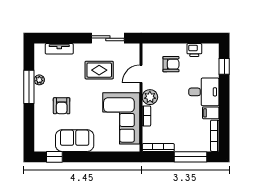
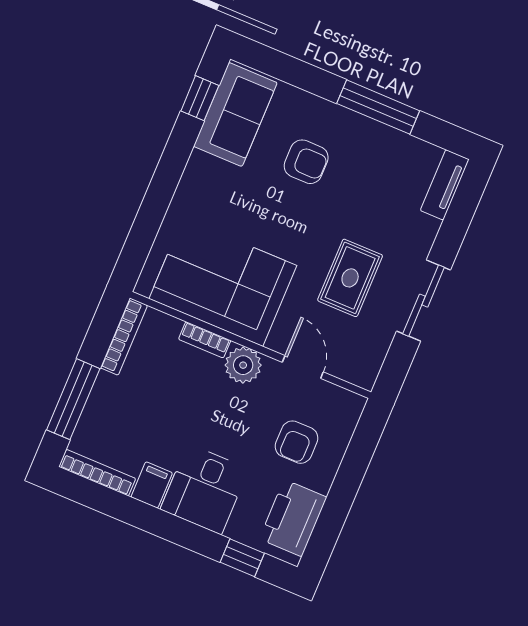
sliding door: (108, 38) -> (424, 301), moved
tv unit: (59, 49) -> (445, 185), moved
printer: (194, 50) -> (293, 518), width x1.87, depth x1.48
plant: (39, 80) -> (384, 136), removed
armchair: (62, 106) -> (306, 162), turned 180
sofa: (75, 141) -> (235, 114), moved

